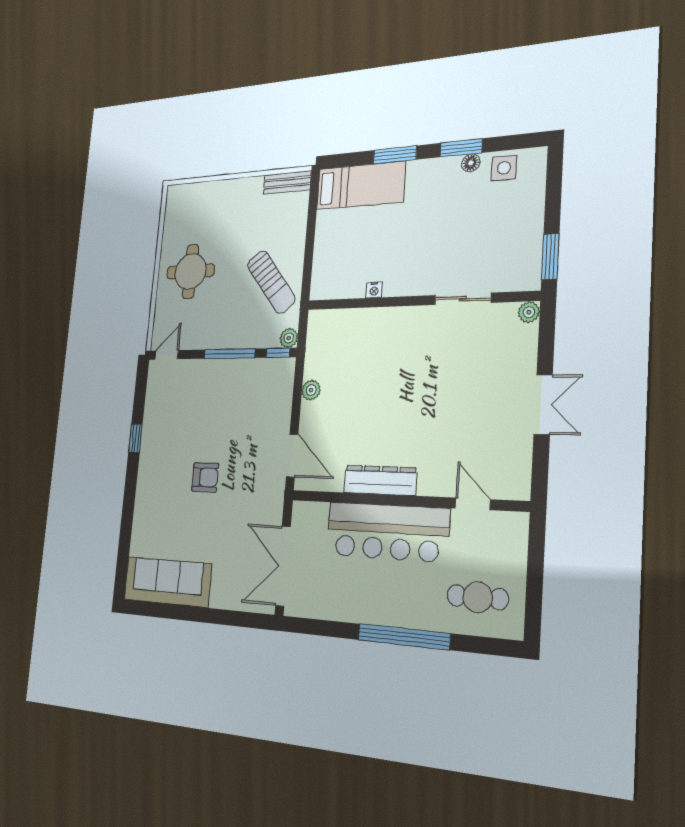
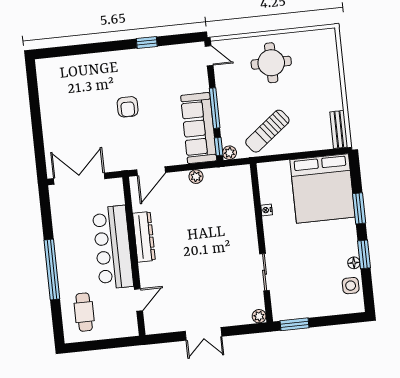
bed: (361, 186) -> (323, 188), width x2.04
sofa: (167, 582) -> (199, 128), moved, turned 180

